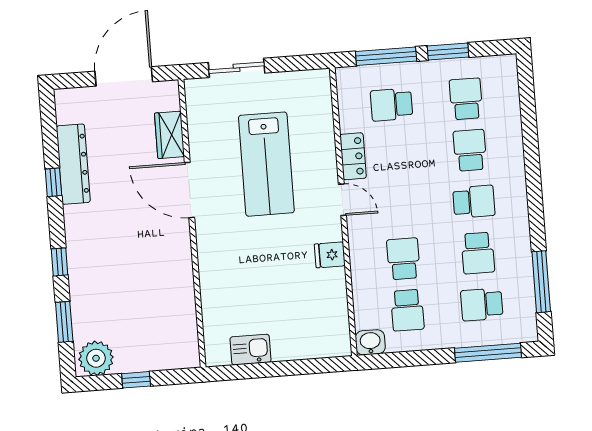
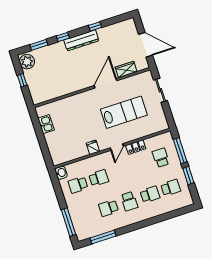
dresser: (73, 164) -> (81, 40), moved
lab bench: (266, 164) -> (124, 112), turned 180
school desk: (482, 304) -> (88, 215), removed

